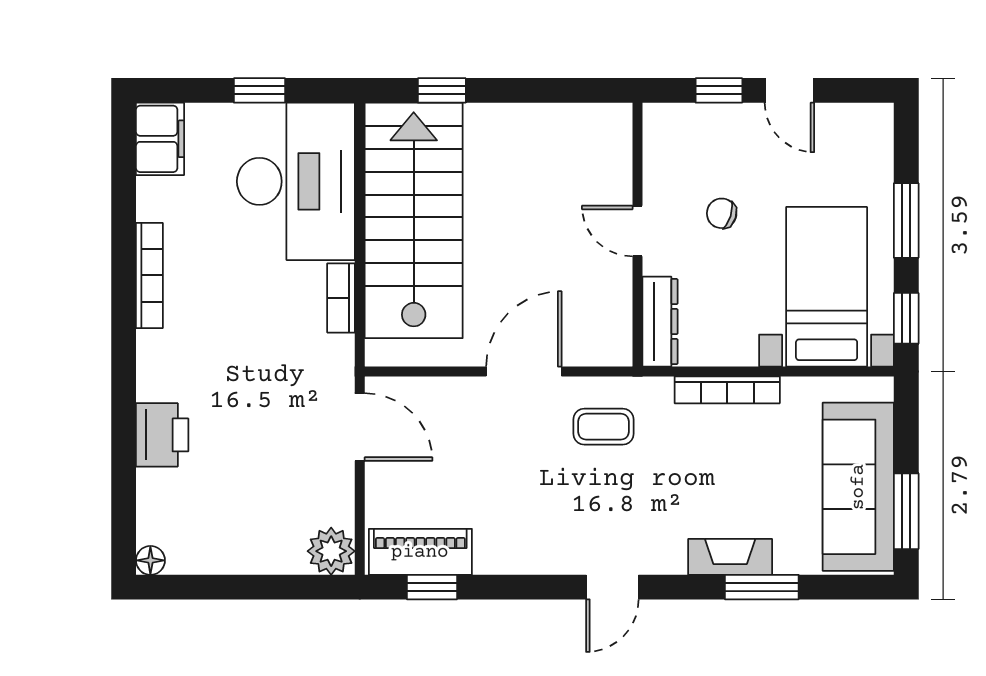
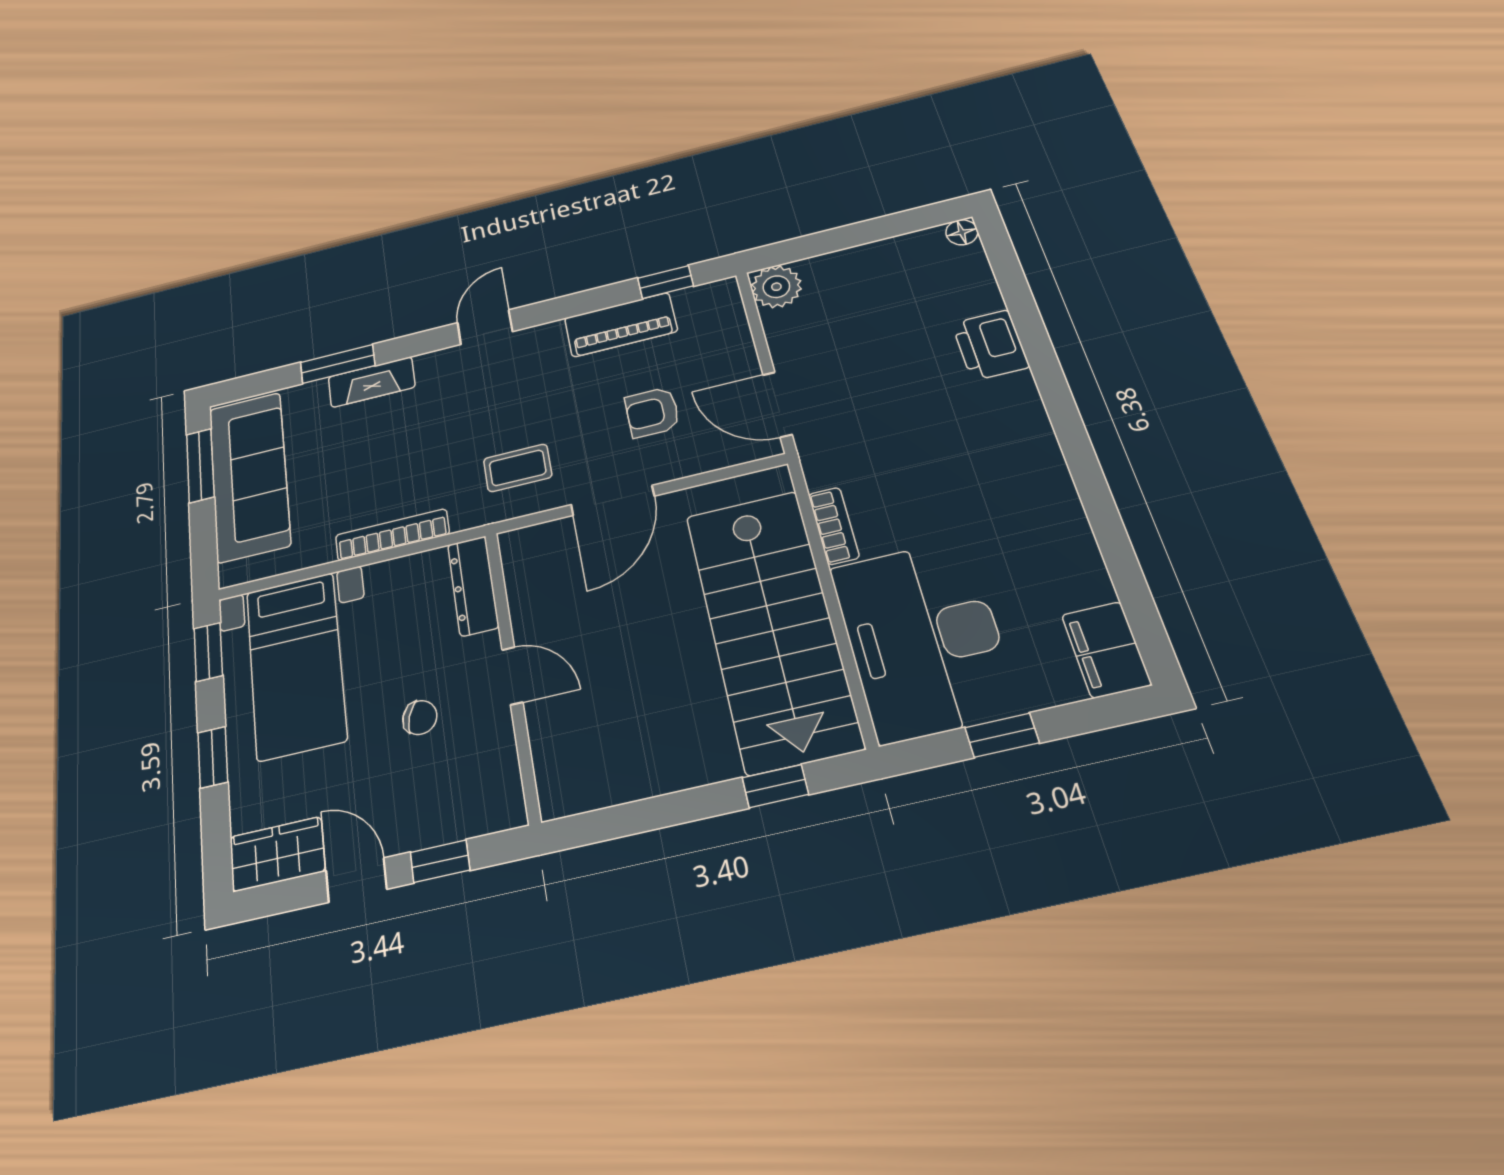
wardrobe: (854, 126) -> (277, 854), added
window: (906, 221) -> (213, 757), width x0.67
bookcase: (149, 275) -> (1063, 497), removed
armchair: (472, 450) -> (652, 412), added
piano: (420, 552) -> (621, 325), moved

